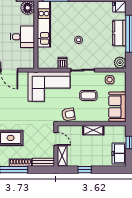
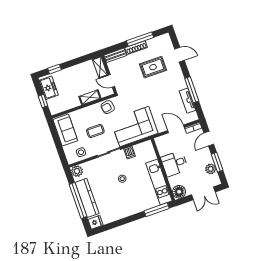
kitchen counter: (119, 33) -> (87, 198), width x1.50
shelving: (93, 130) -> (90, 97), moved
window: (85, 170) -> (55, 69), moved

